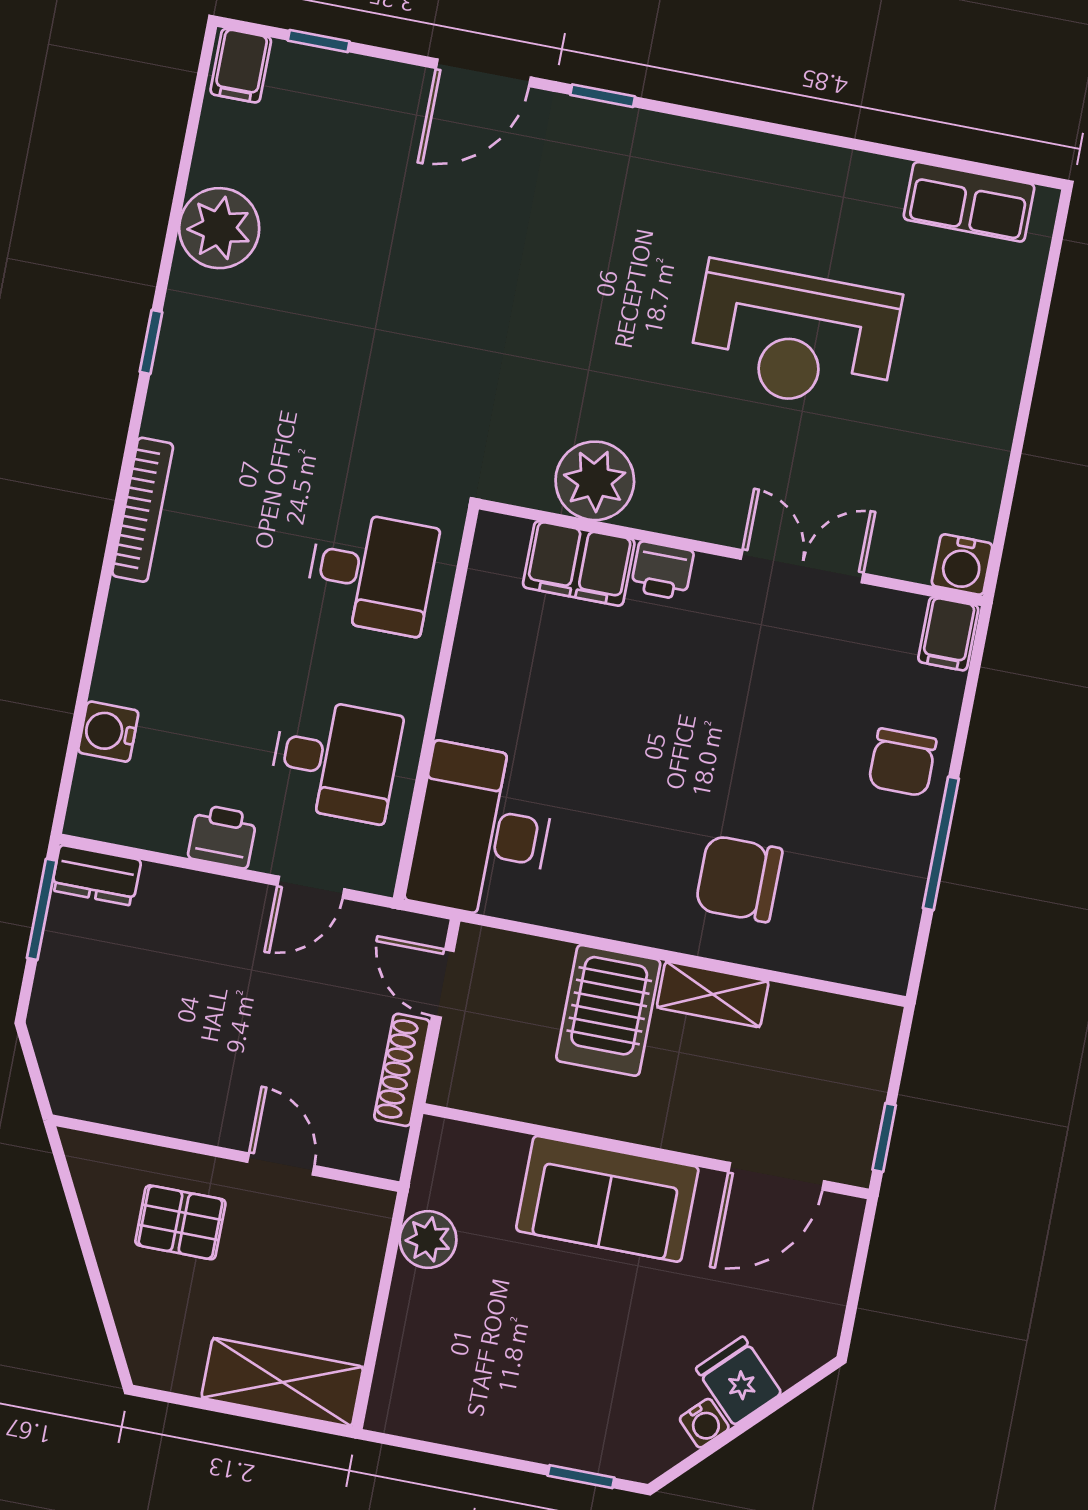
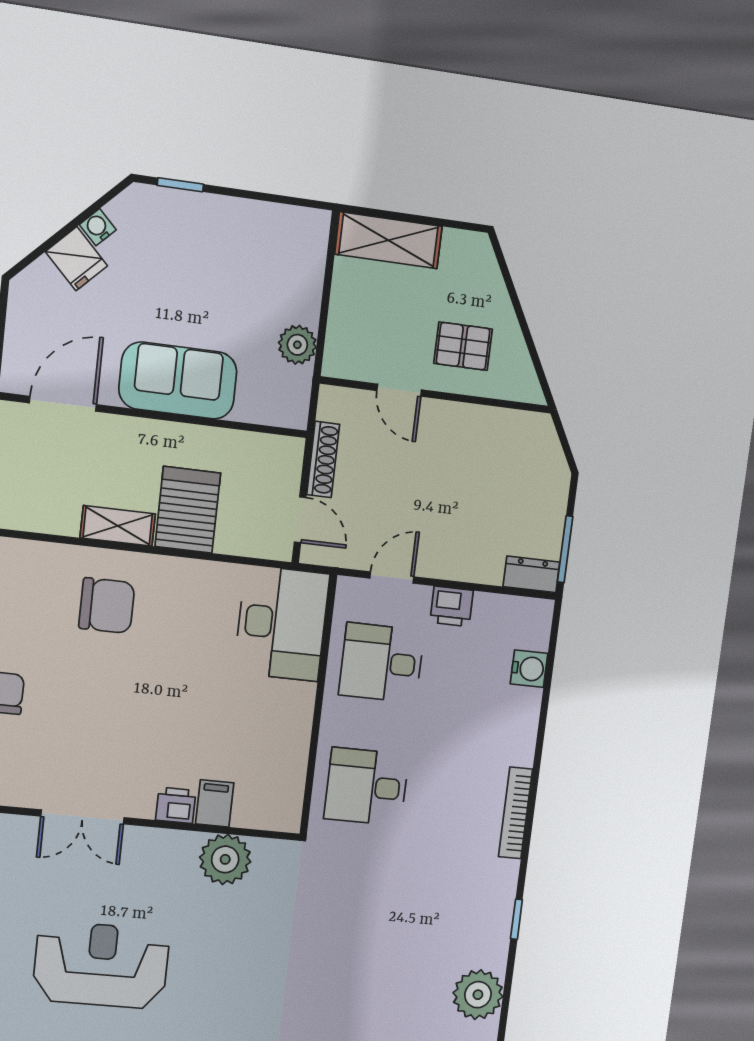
filing cabinet: (579, 563) -> (215, 803), width x0.50

